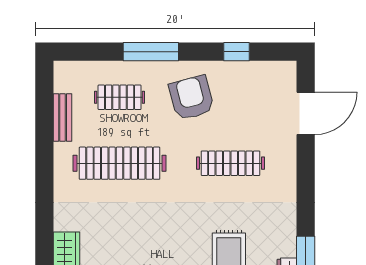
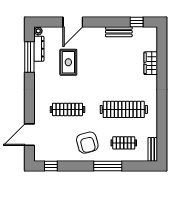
window: (236, 52) -> (51, 166), moved
bench: (63, 117) -> (153, 149), moved

